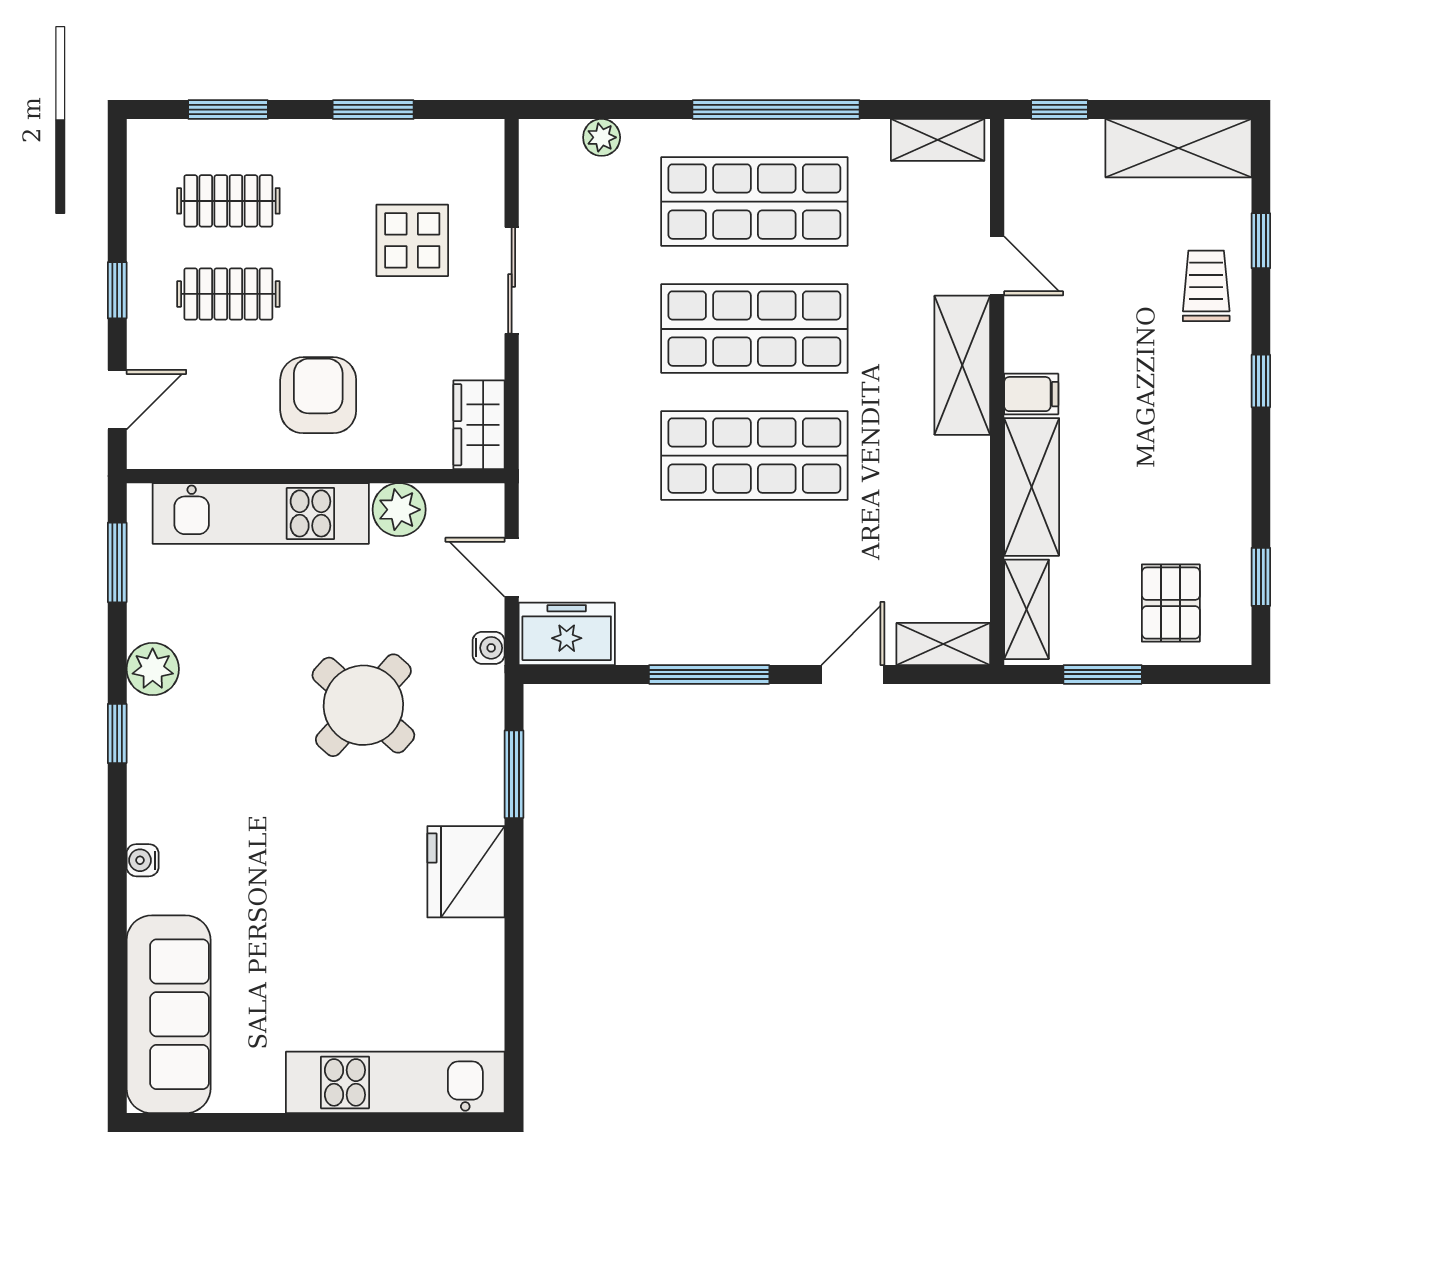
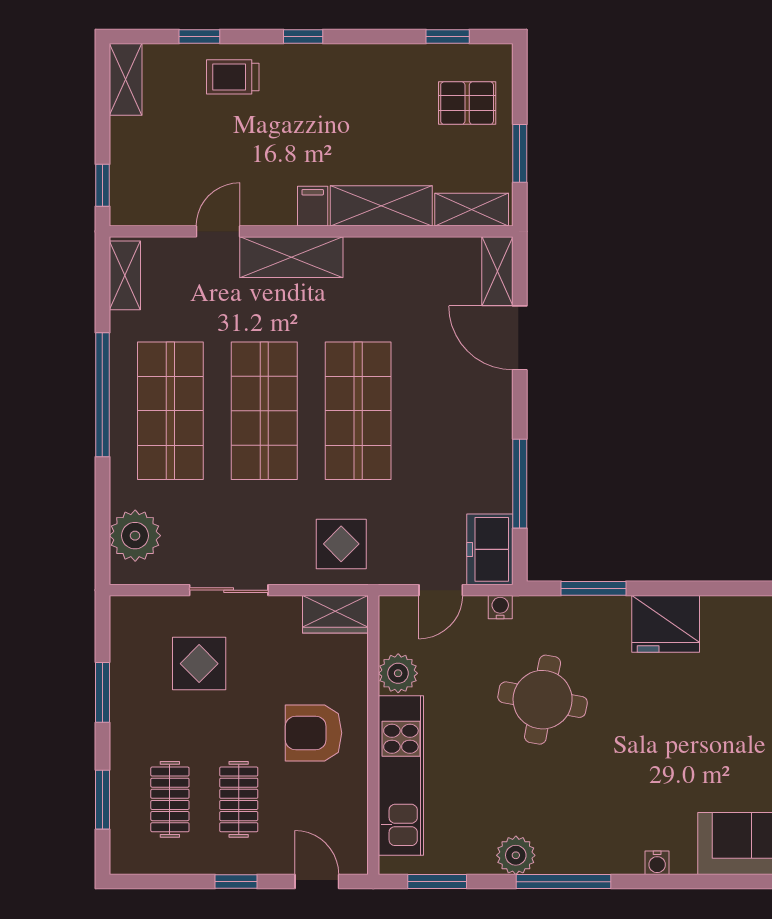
plant: (602, 137) -> (135, 536), width x1.88, depth x1.88
shelving: (1178, 148) -> (126, 79), width x0.67, depth x0.75
display table: (574, 433) -> (341, 544), added
window: (709, 674) -> (520, 484), moved
door: (853, 674) -> (520, 338), width x1.38
round table: (363, 705) -> (543, 700), turned -31
window: (117, 734) -> (563, 882), width x2.17

